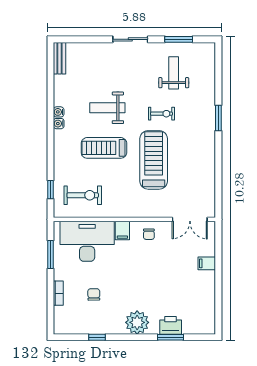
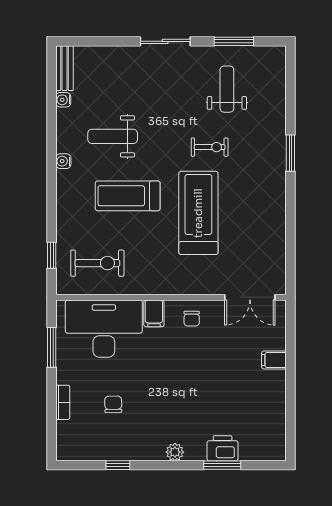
weight bench: (107, 108) -> (113, 136), moved
water cooler: (59, 112) -> (63, 100), moved
plant: (137, 322) -> (175, 452), width x0.53, depth x0.53

